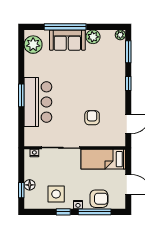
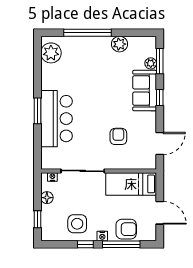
plant: (120, 35) -> (151, 63), moved
sofa: (67, 40) -> (145, 91), moved, turned 90
floor lamp: (30, 185) -> (47, 198), moved

